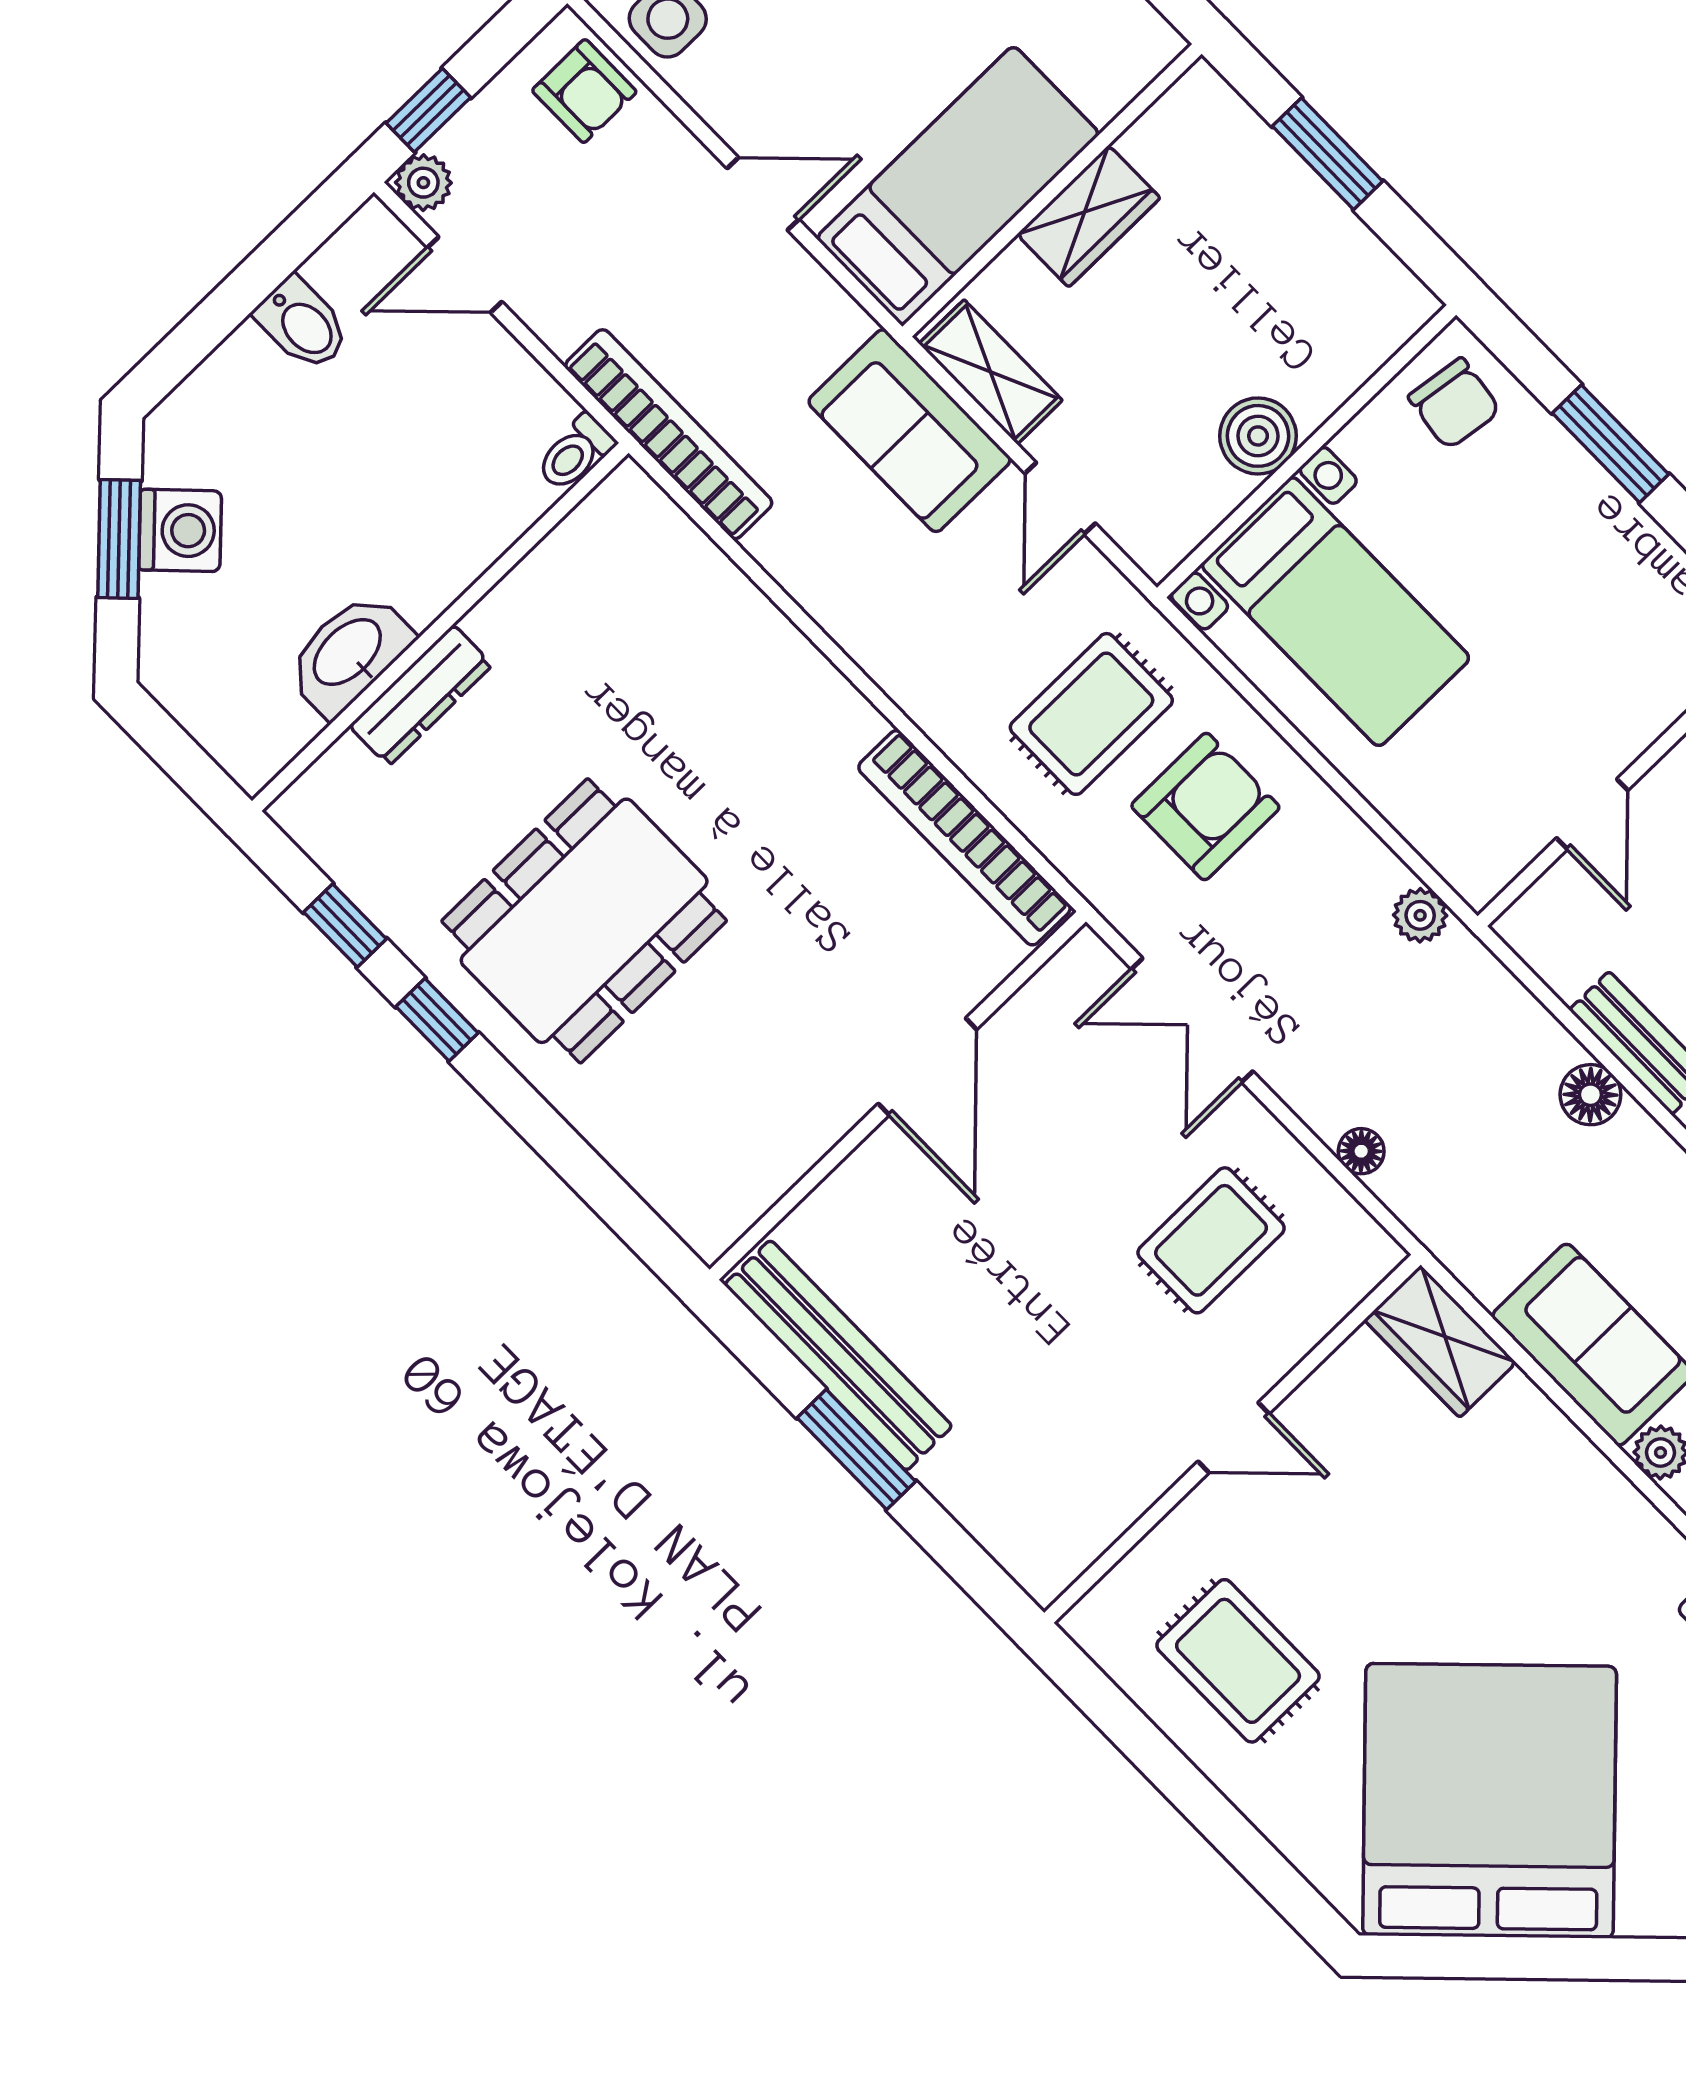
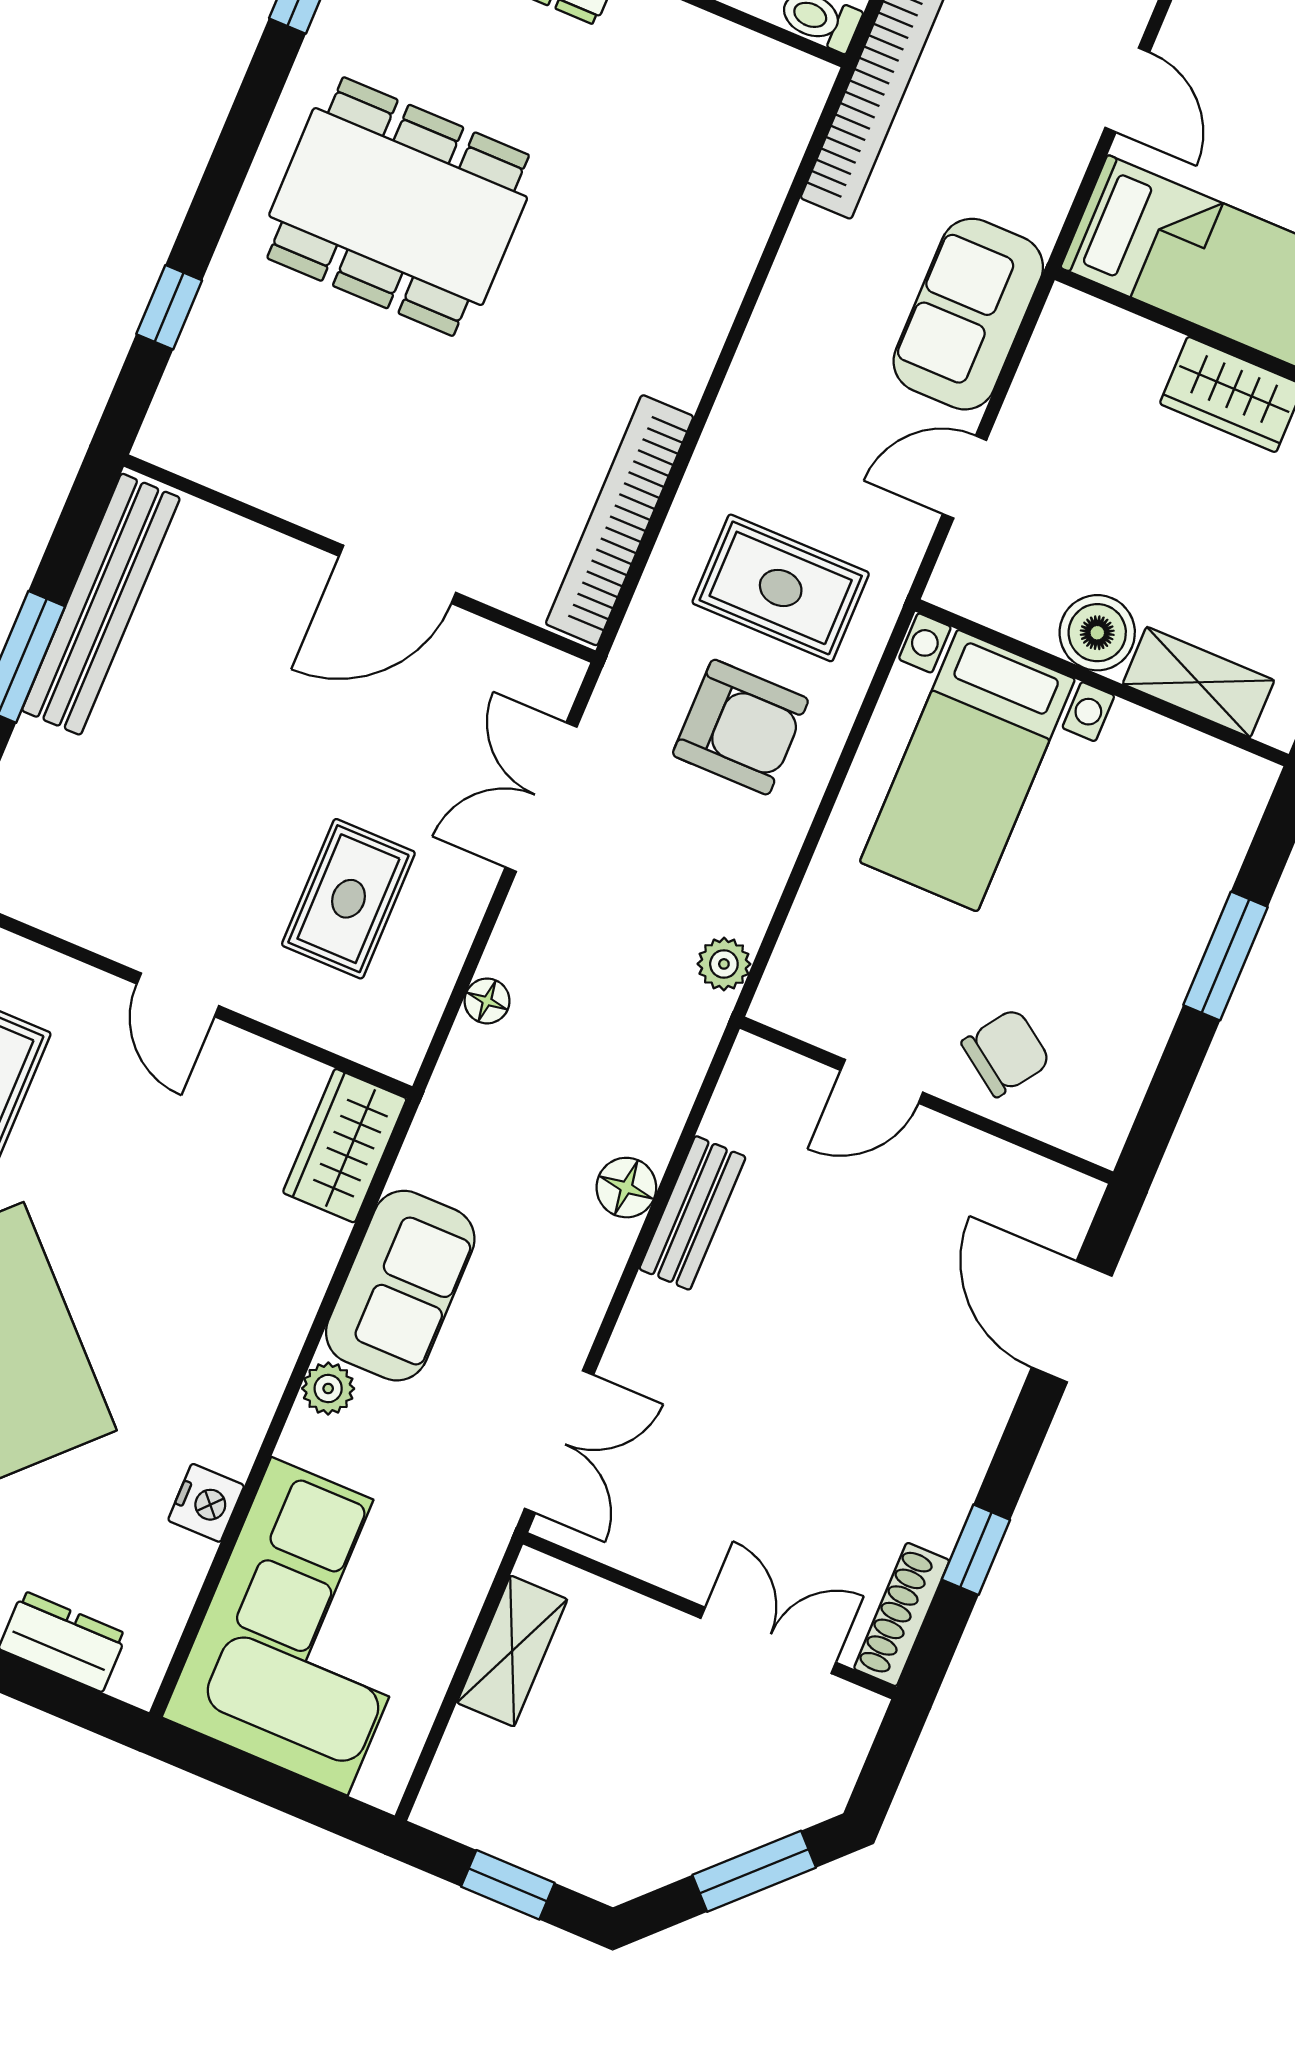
shelving: (991, 372) -> (1198, 682), moved, turned 90
chair: (1454, 404) -> (1006, 1053), moved, turned -153
window: (437, 1020) -> (169, 307), moved
rug: (1211, 1240) -> (348, 899), turned 90

